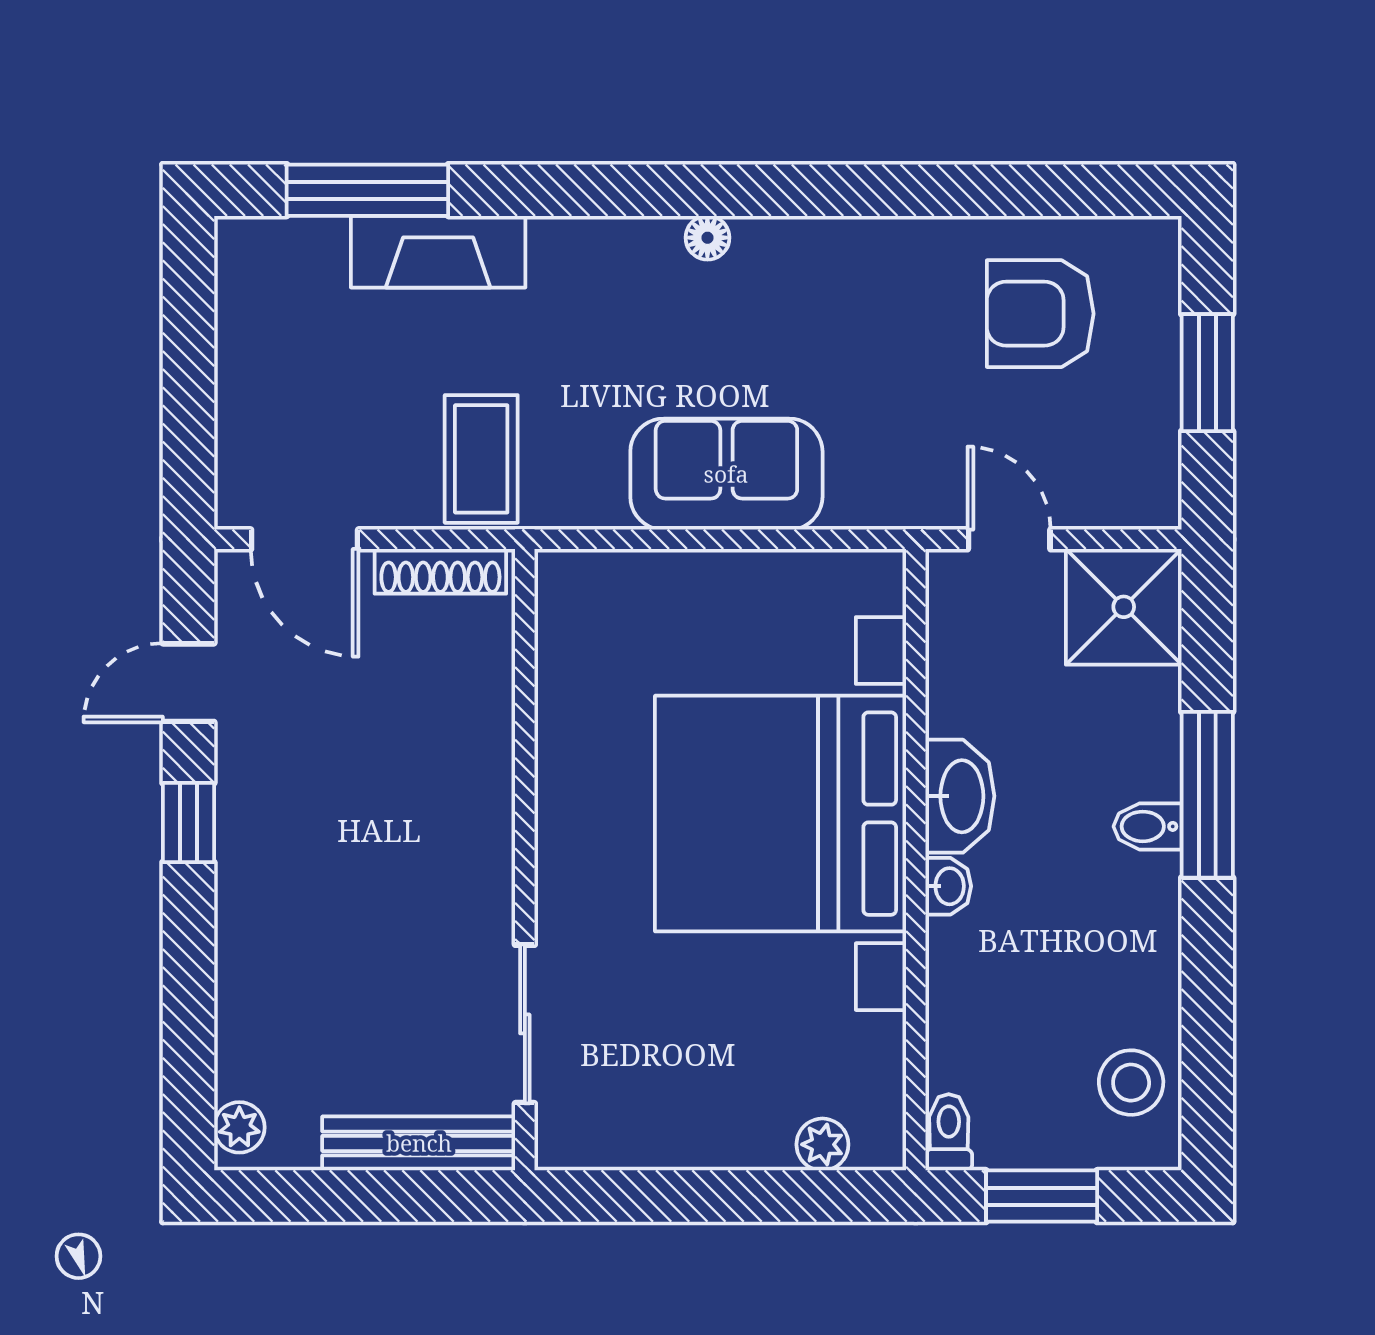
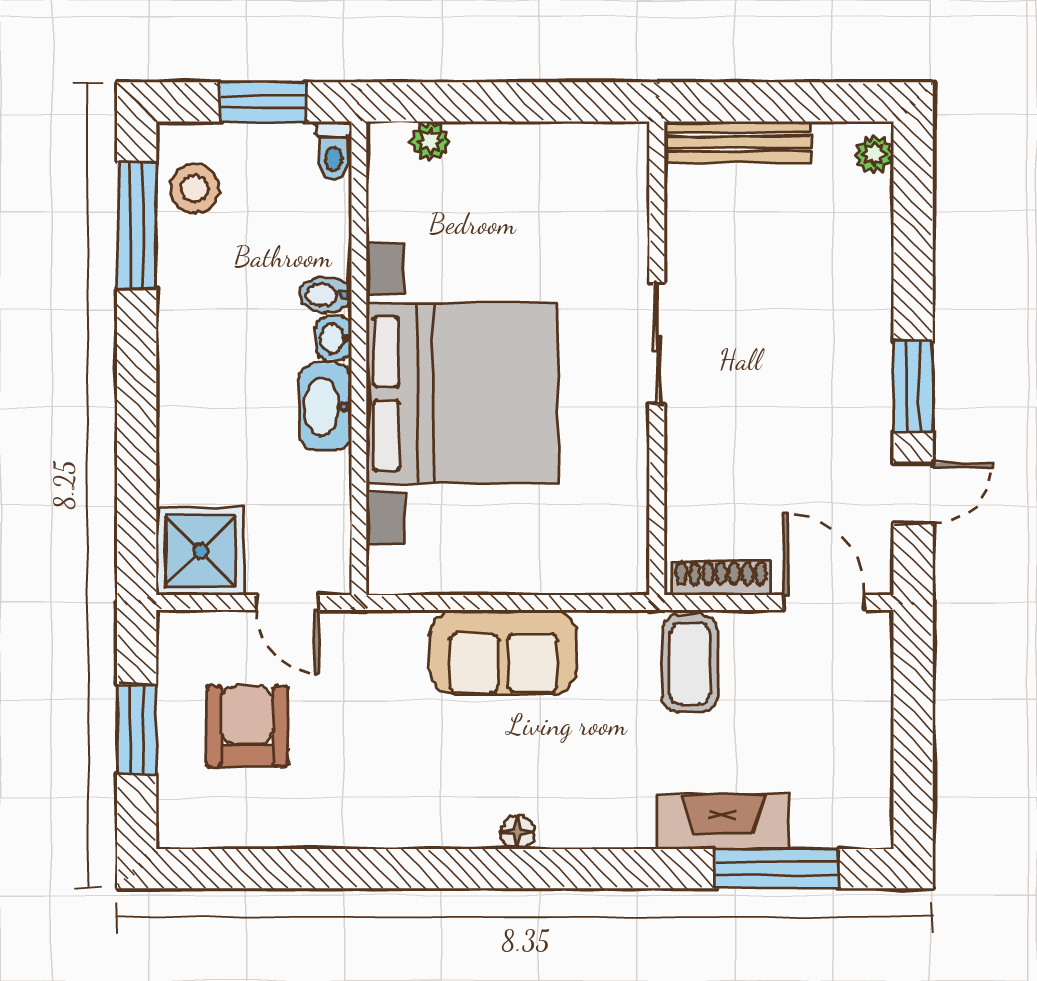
armchair: (1040, 314) -> (247, 726), moved, turned -90
window: (1207, 795) -> (137, 225), moved
window: (188, 823) -> (913, 387), width x1.50
bidet: (1147, 826) -> (326, 295), moved, turned 180
sliding door: (525, 1024) -> (657, 344), moved

